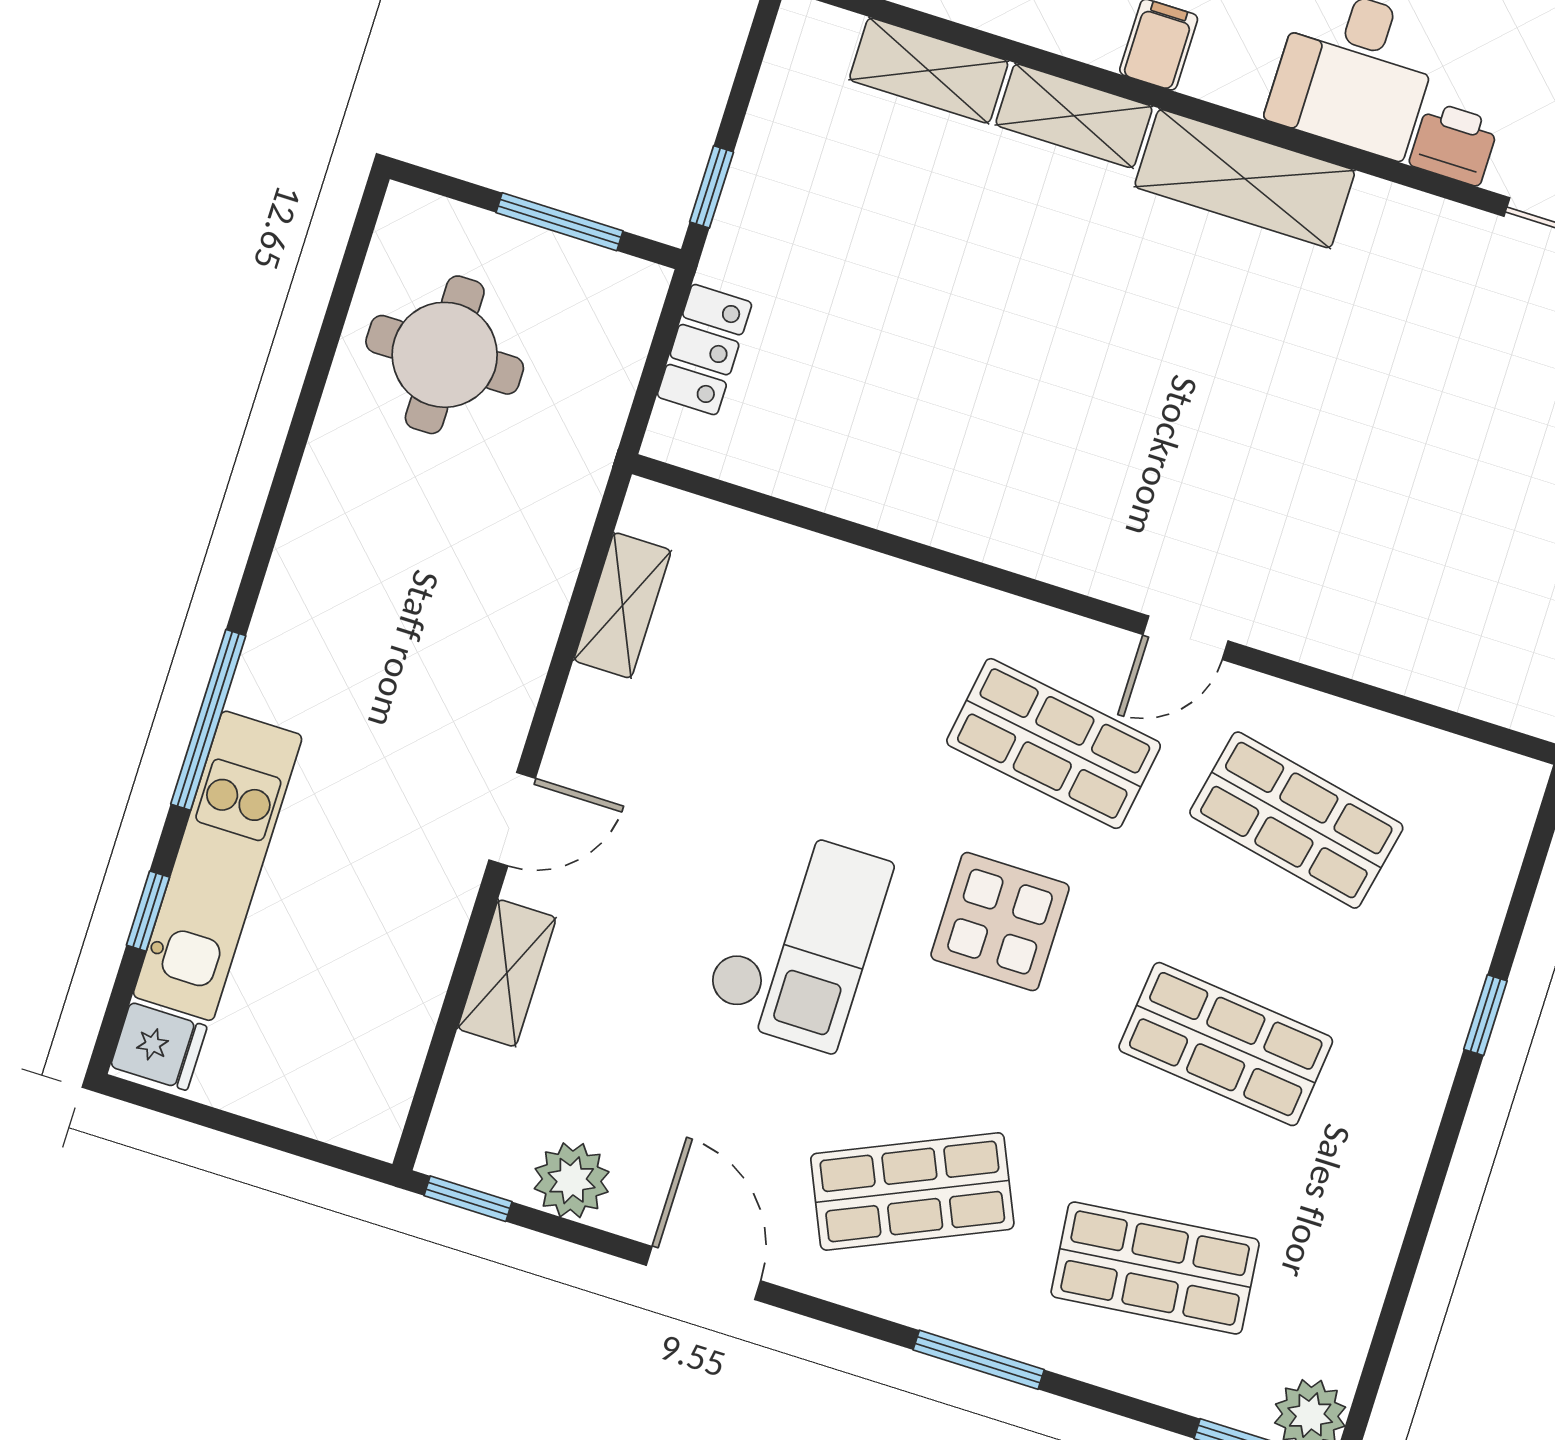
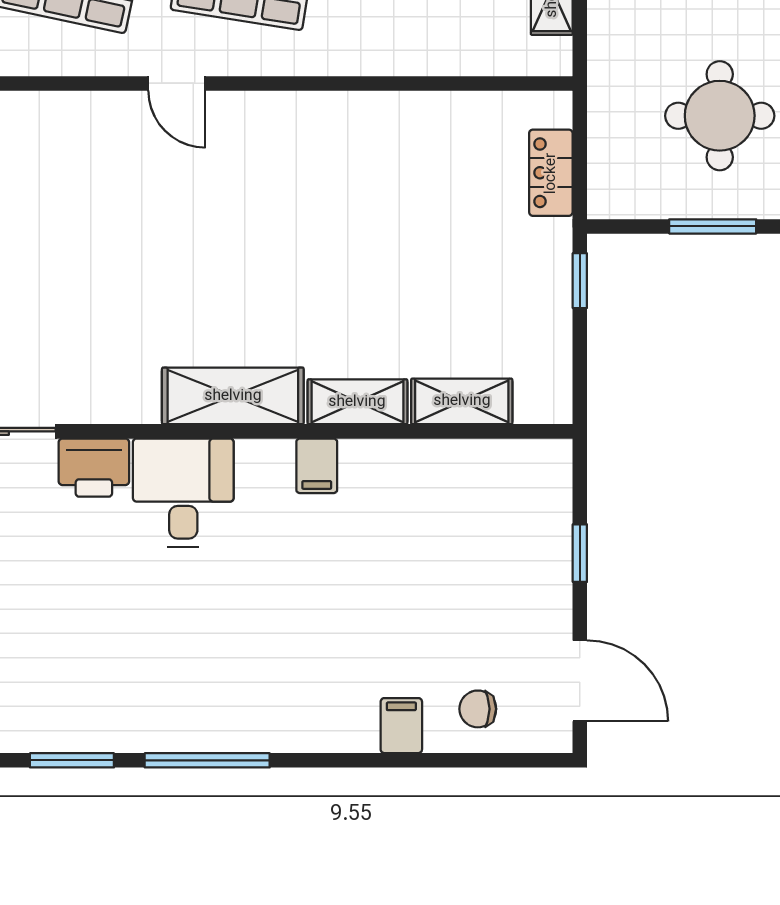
printer: (1454, 144) -> (94, 468), width x1.36, depth x1.24
window: (560, 222) -> (713, 226), moved
door: (1186, 638) -> (177, 83), swing flipped

